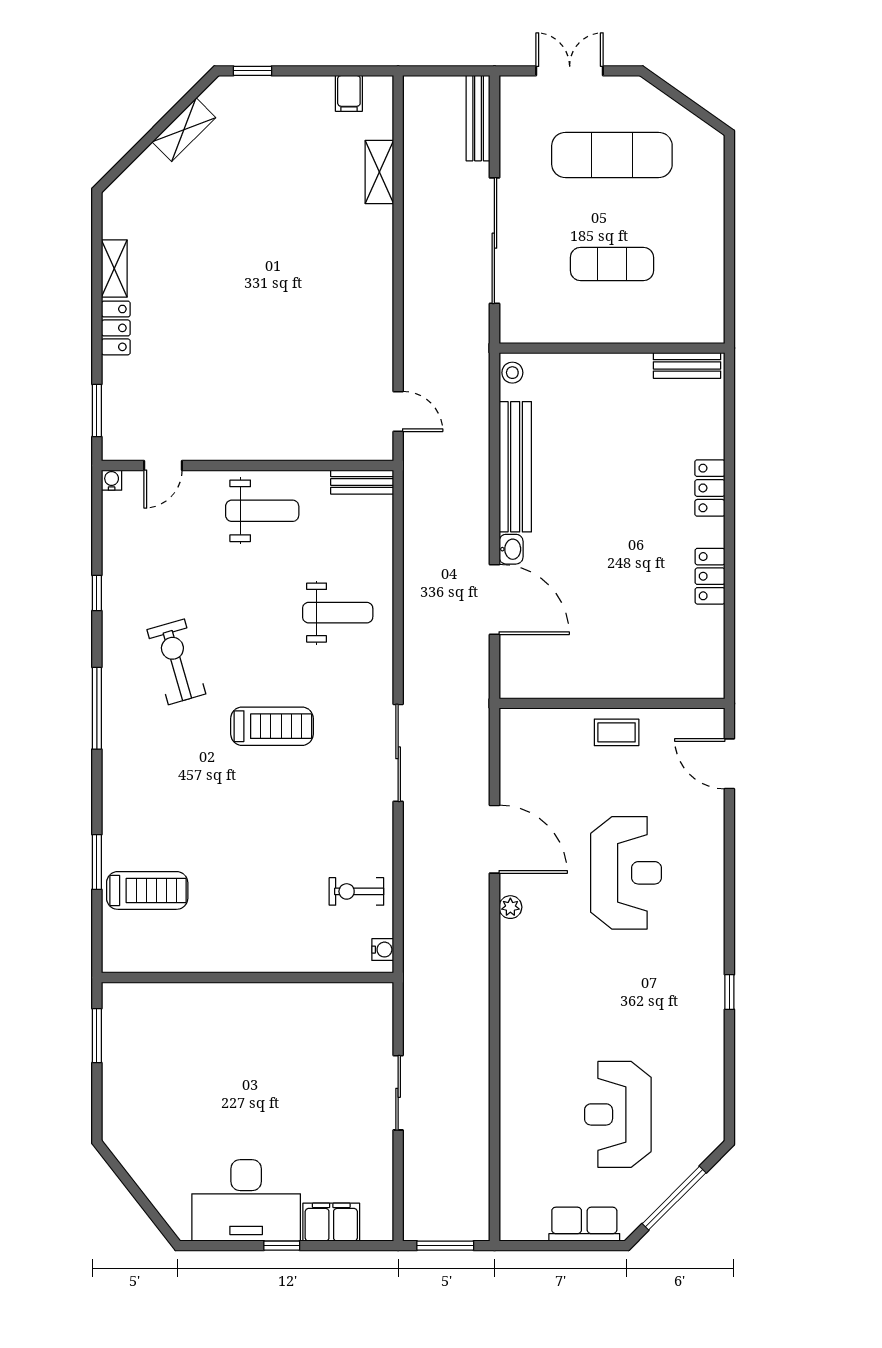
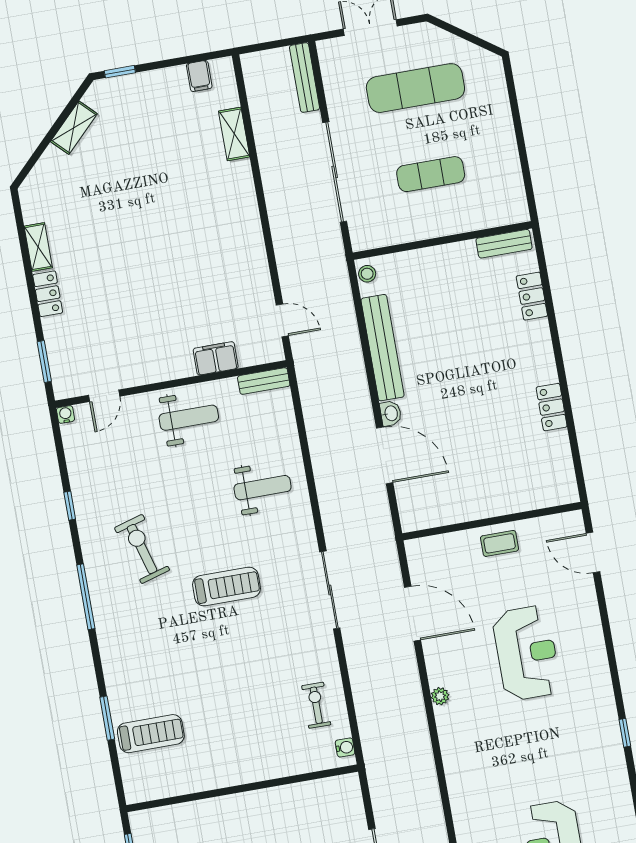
filing cabinet: (308, 444) -> (216, 358), added
locker: (710, 488) -> (532, 296), moved
door: (494, 839) -> (412, 614), moved
exercise bike: (356, 891) -> (316, 705), turned 90

